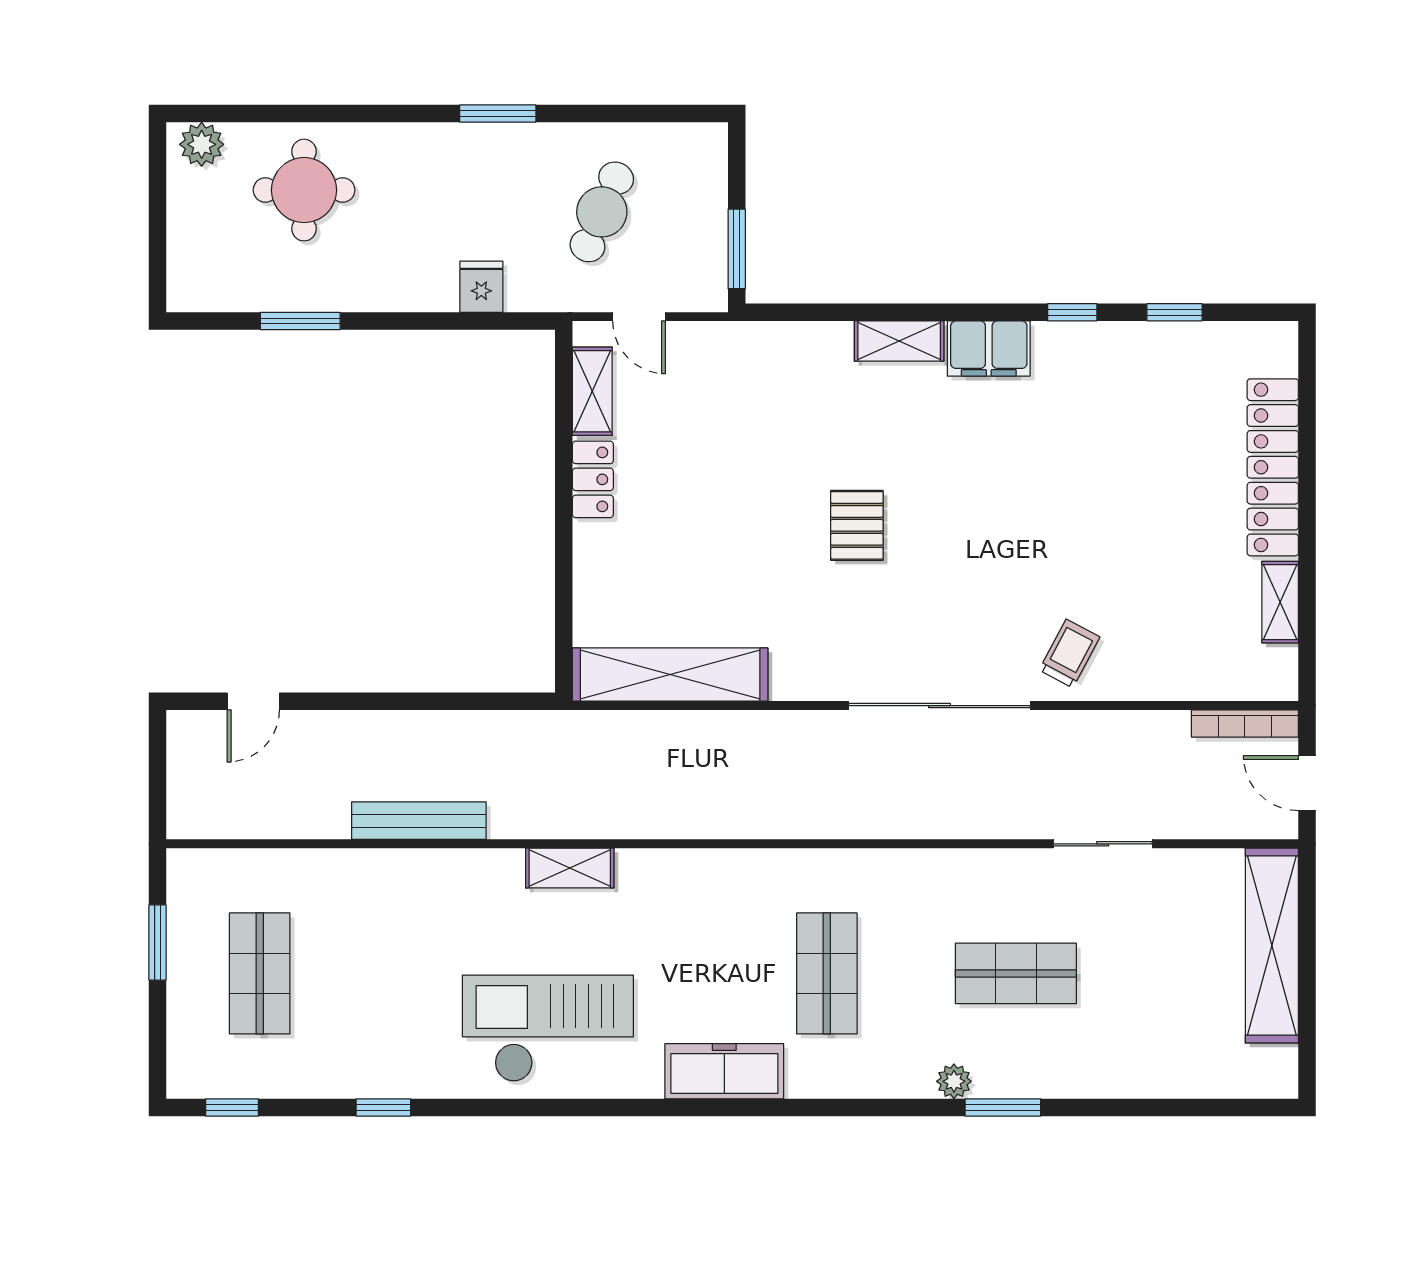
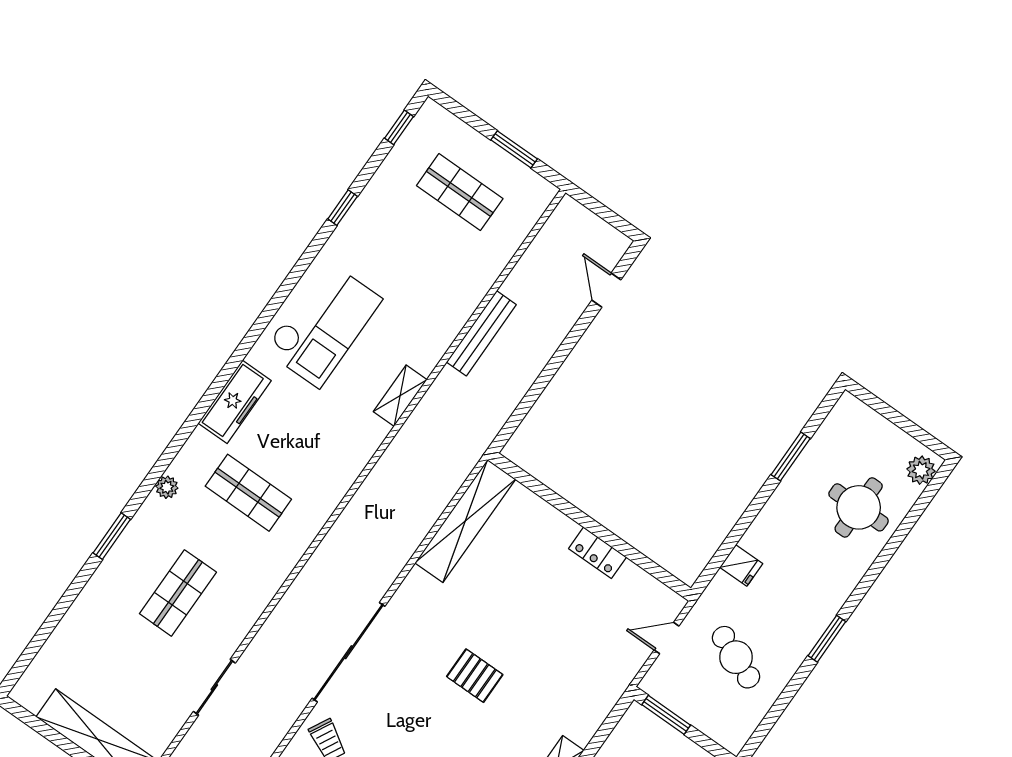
shelving: (592, 391) -> (644, 585), removed
plant: (954, 1081) -> (167, 487), moved

